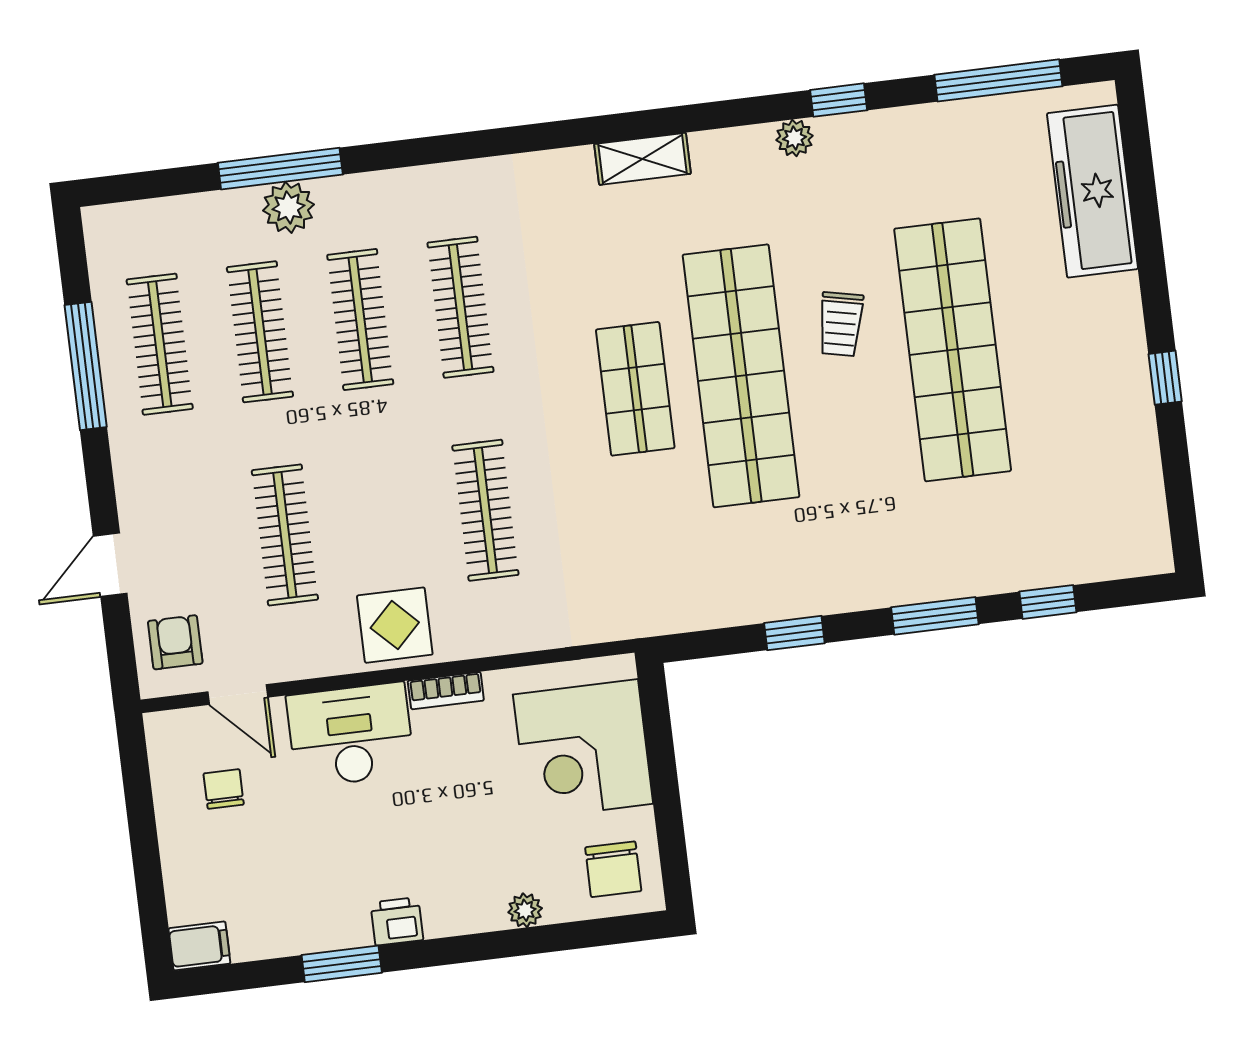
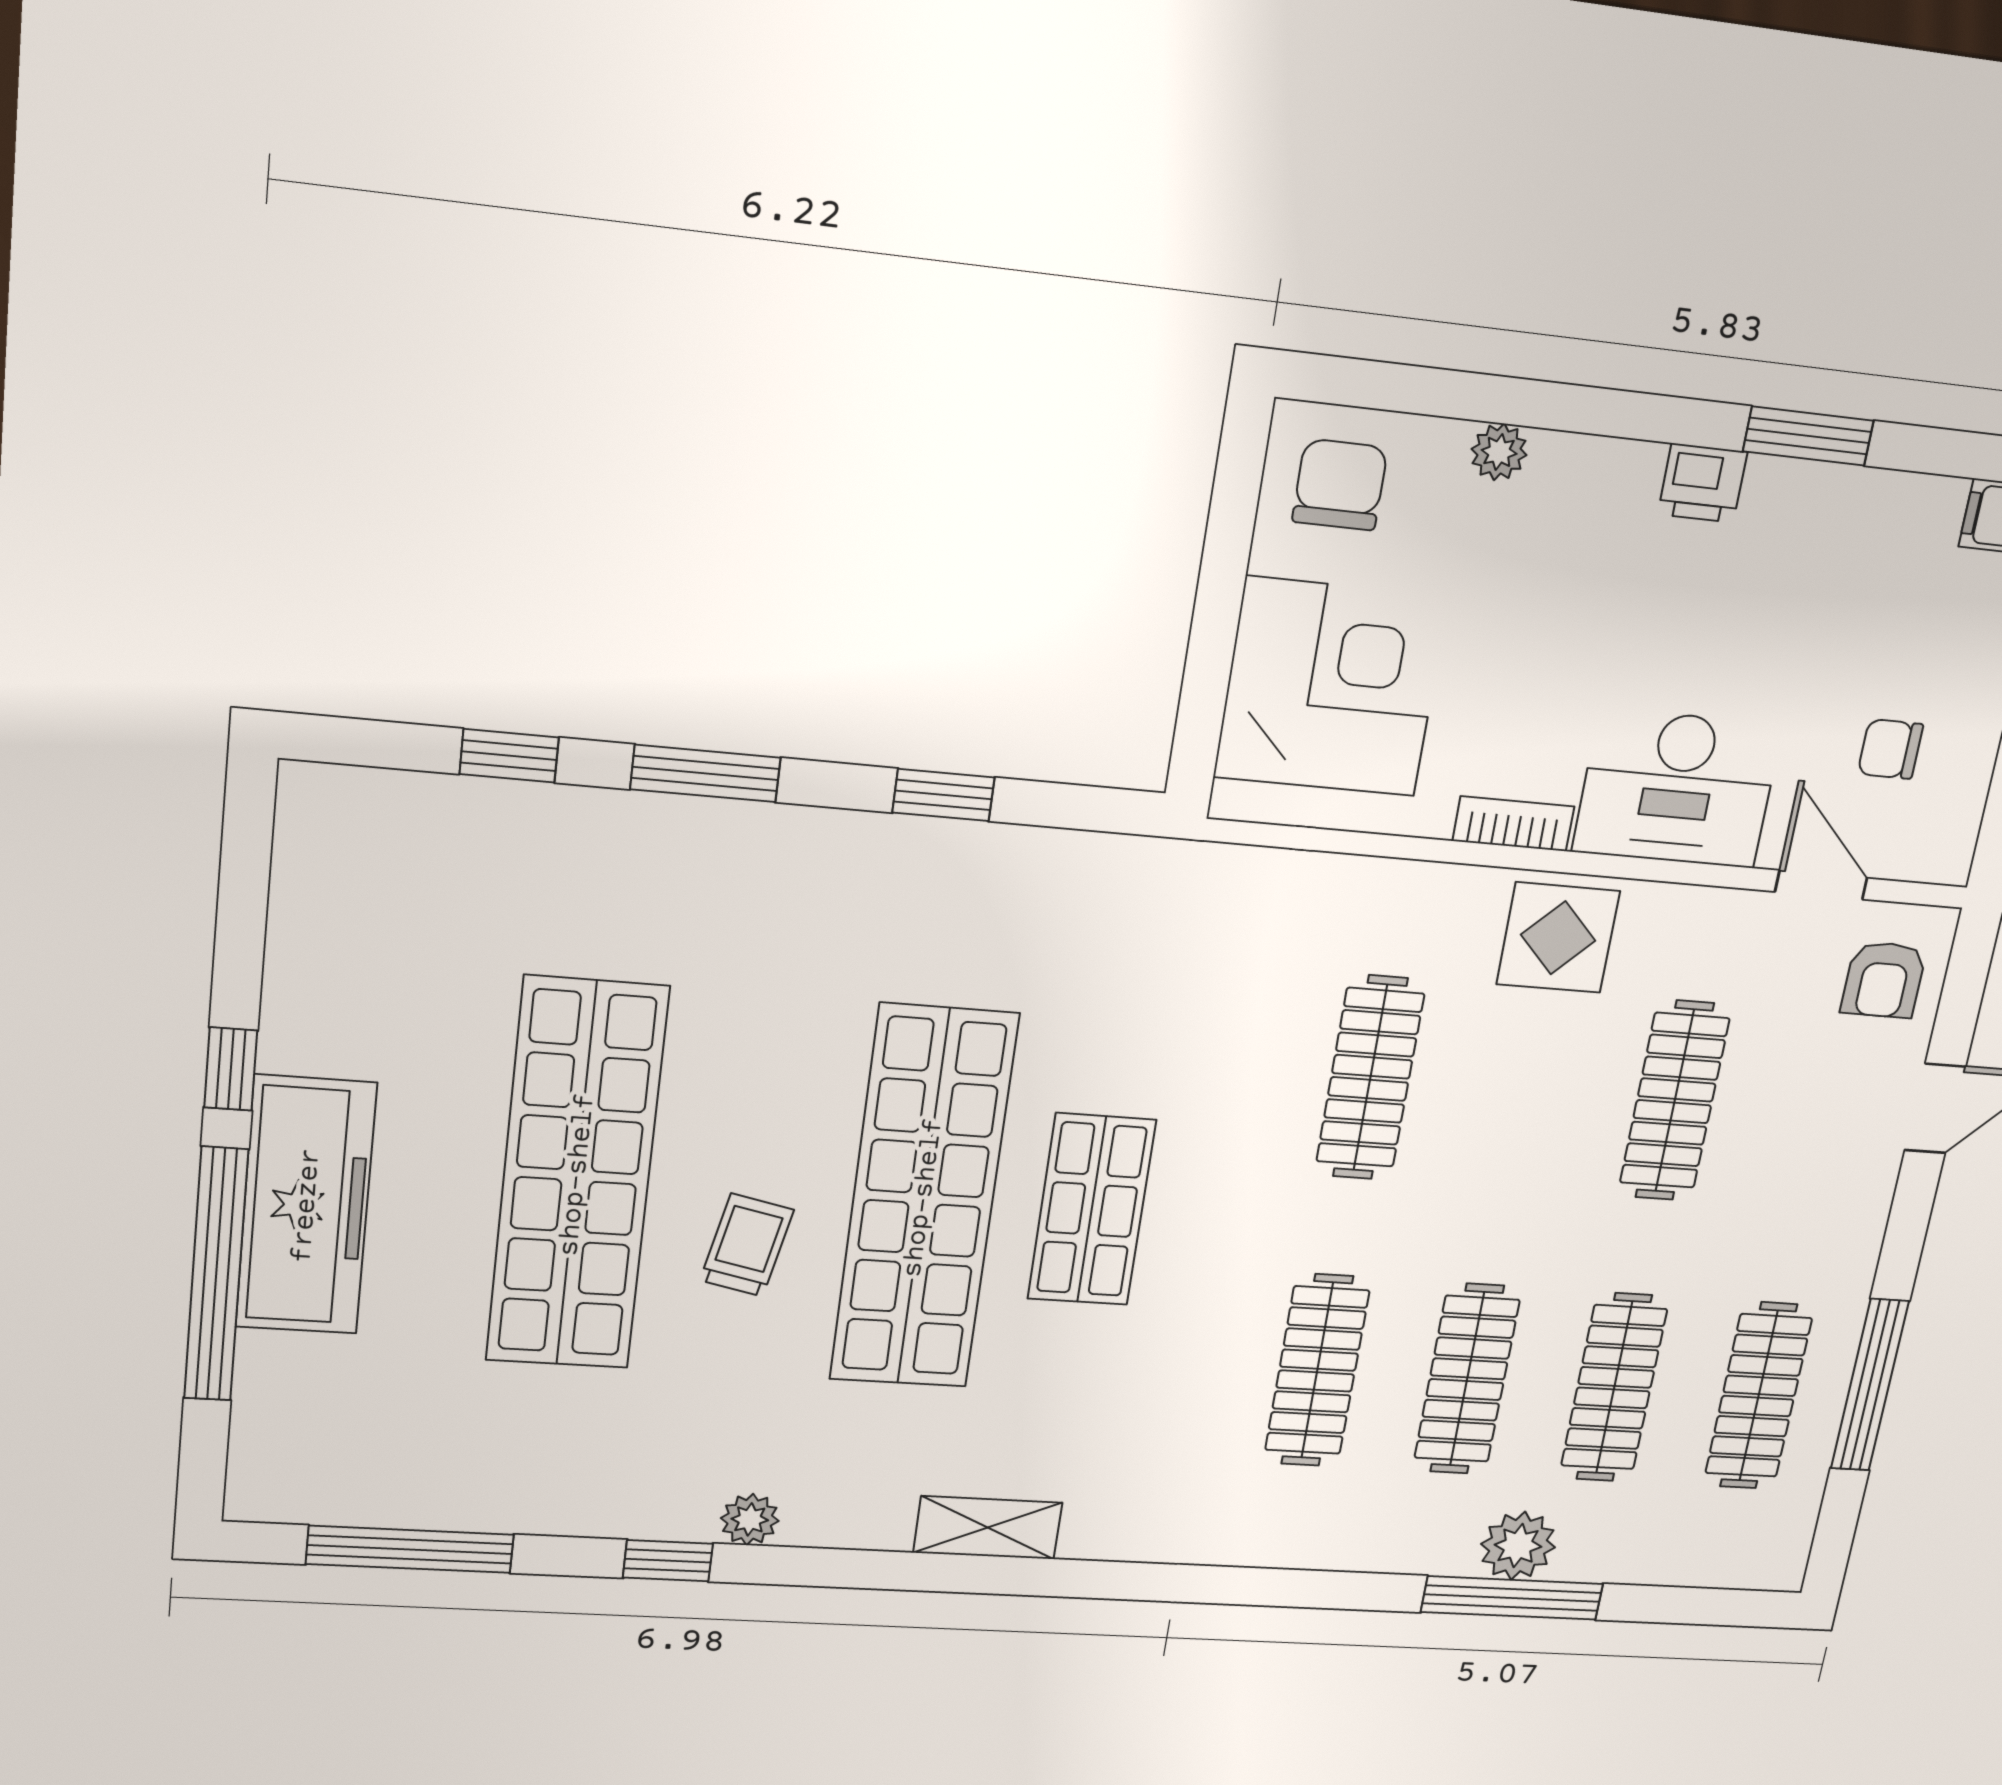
freezer: (1093, 191) -> (306, 1206), moved
window: (1149, 245) -> (216, 1275), added
chair: (224, 789) -> (1890, 749), turned 90

